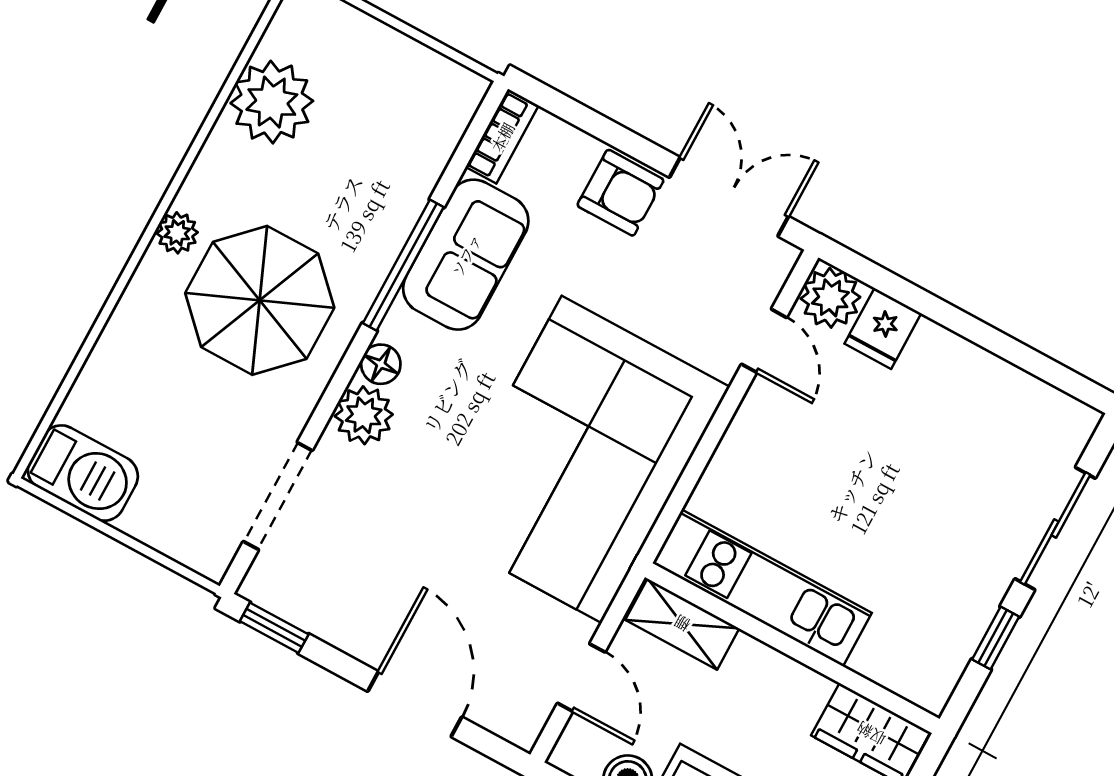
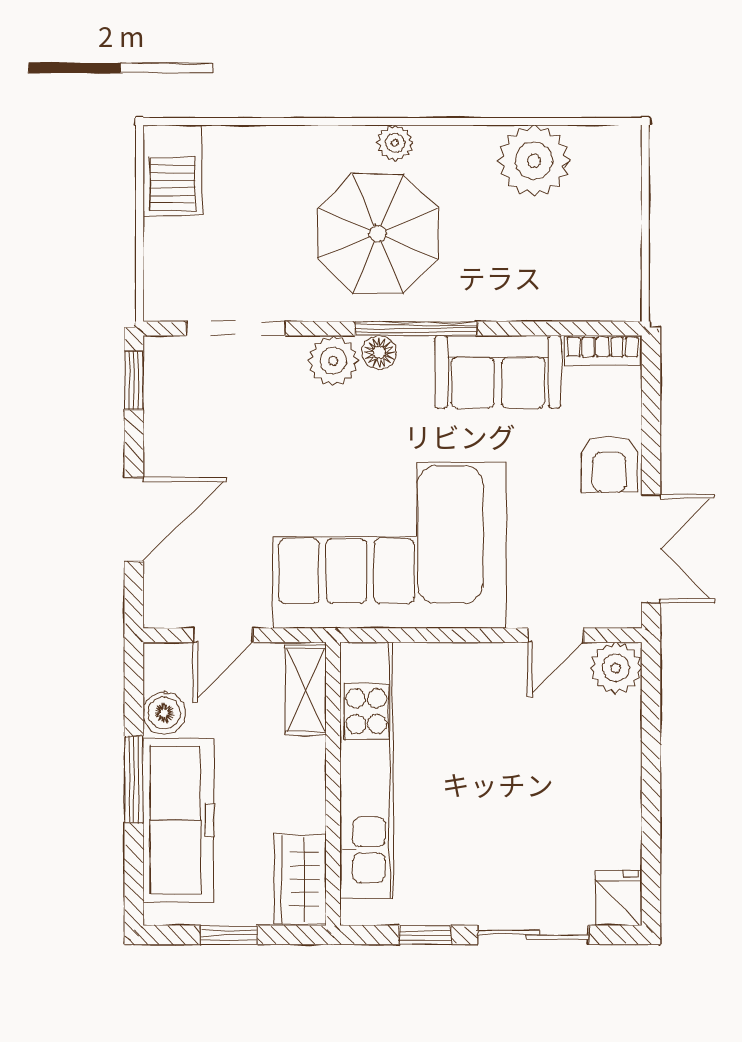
window: (403, 265) -> (416, 329), moved
fridge: (883, 328) -> (619, 898), moved, turned 90
kitchen unit: (762, 588) -> (366, 770), width x1.36

